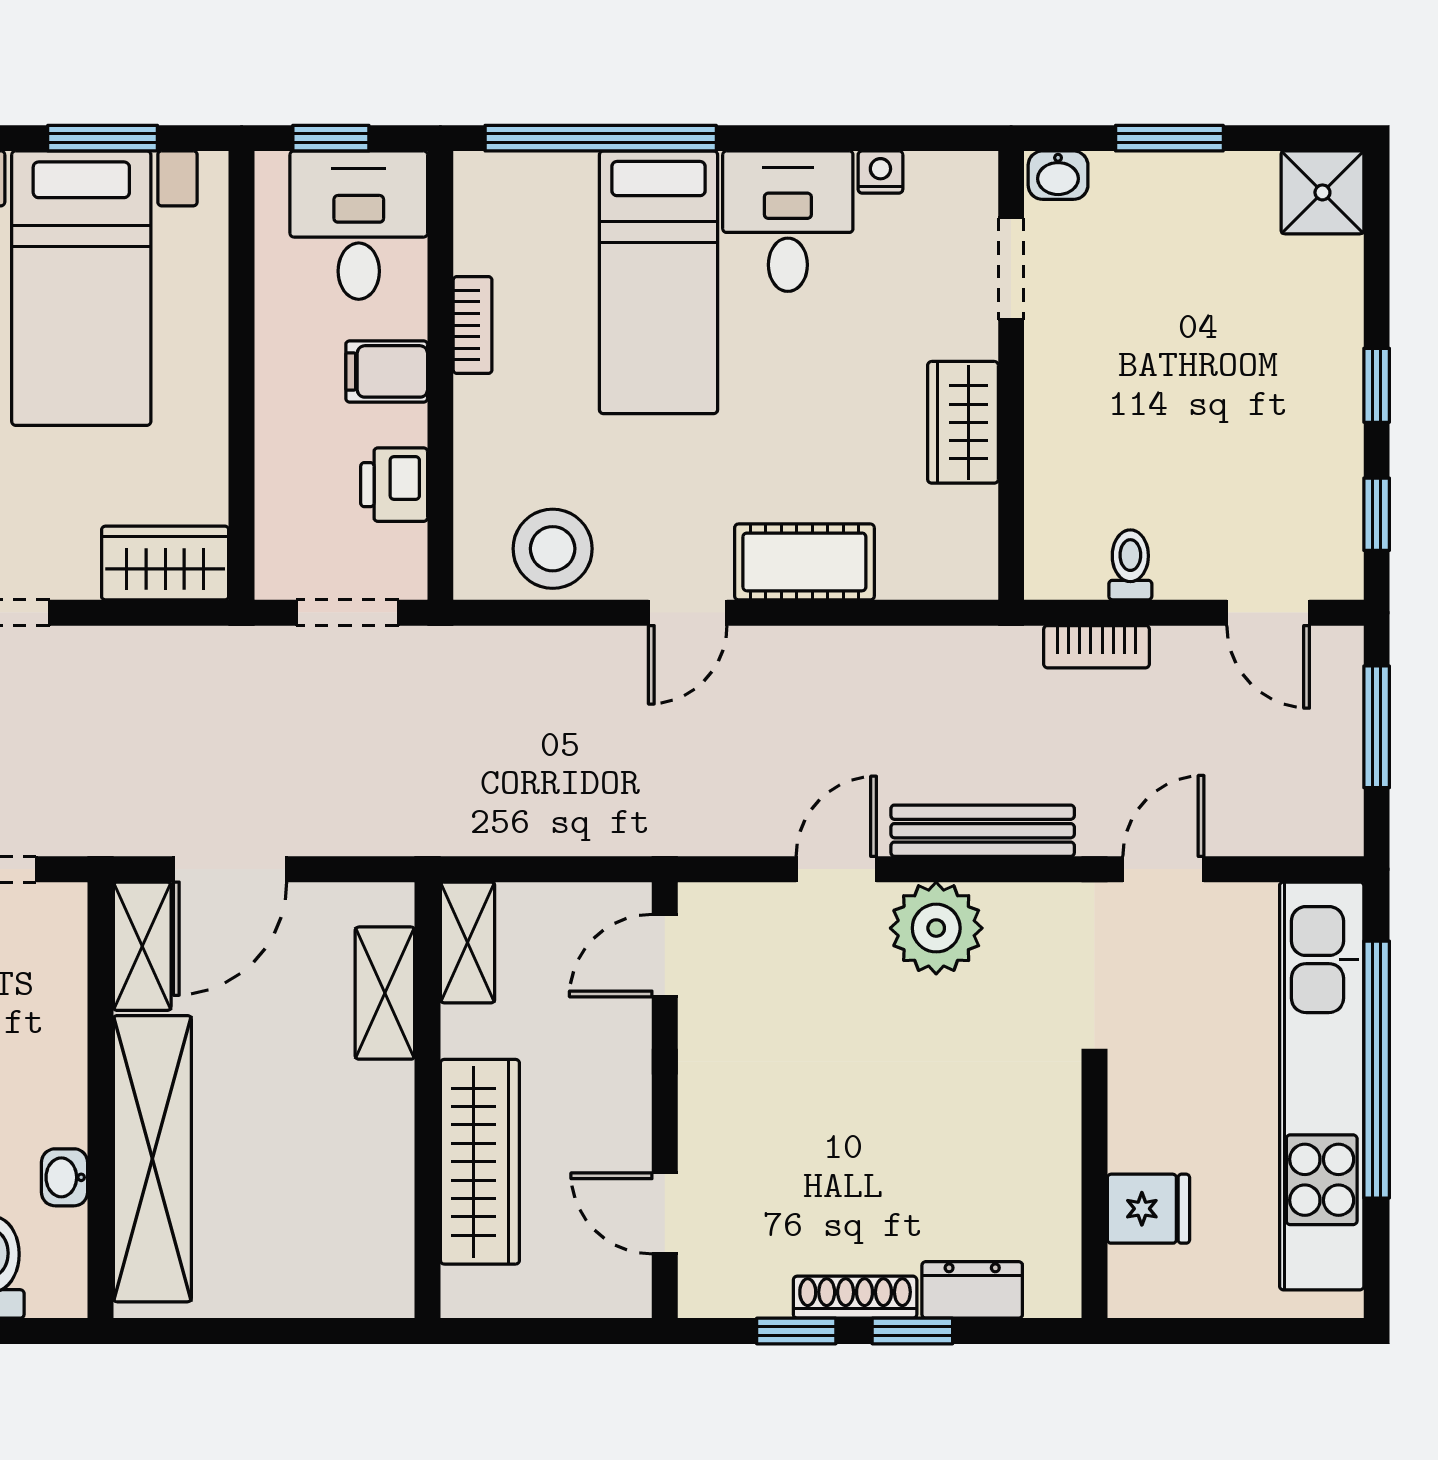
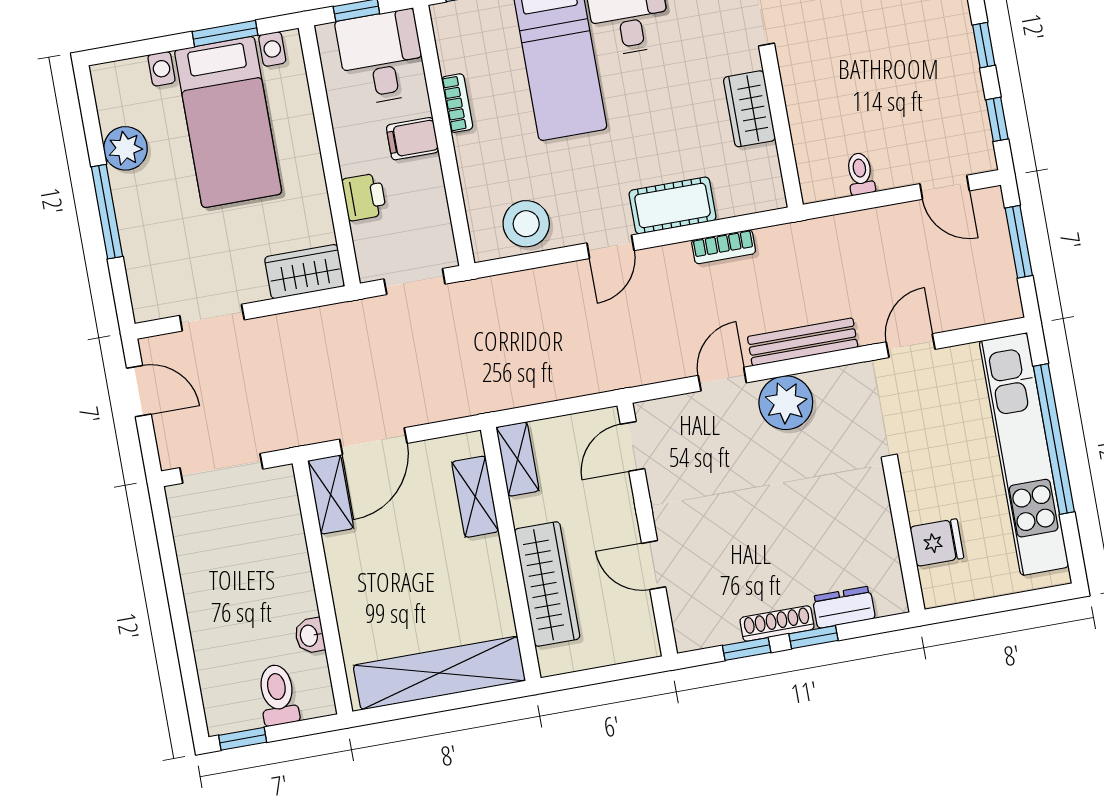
printer: (394, 485) -> (364, 197), moved, turned 180
bookcase: (1097, 647) -> (724, 247), moved
shelving: (152, 1159) -> (439, 673), moved, turned 90
door: (665, 1213) -> (654, 565), moved

